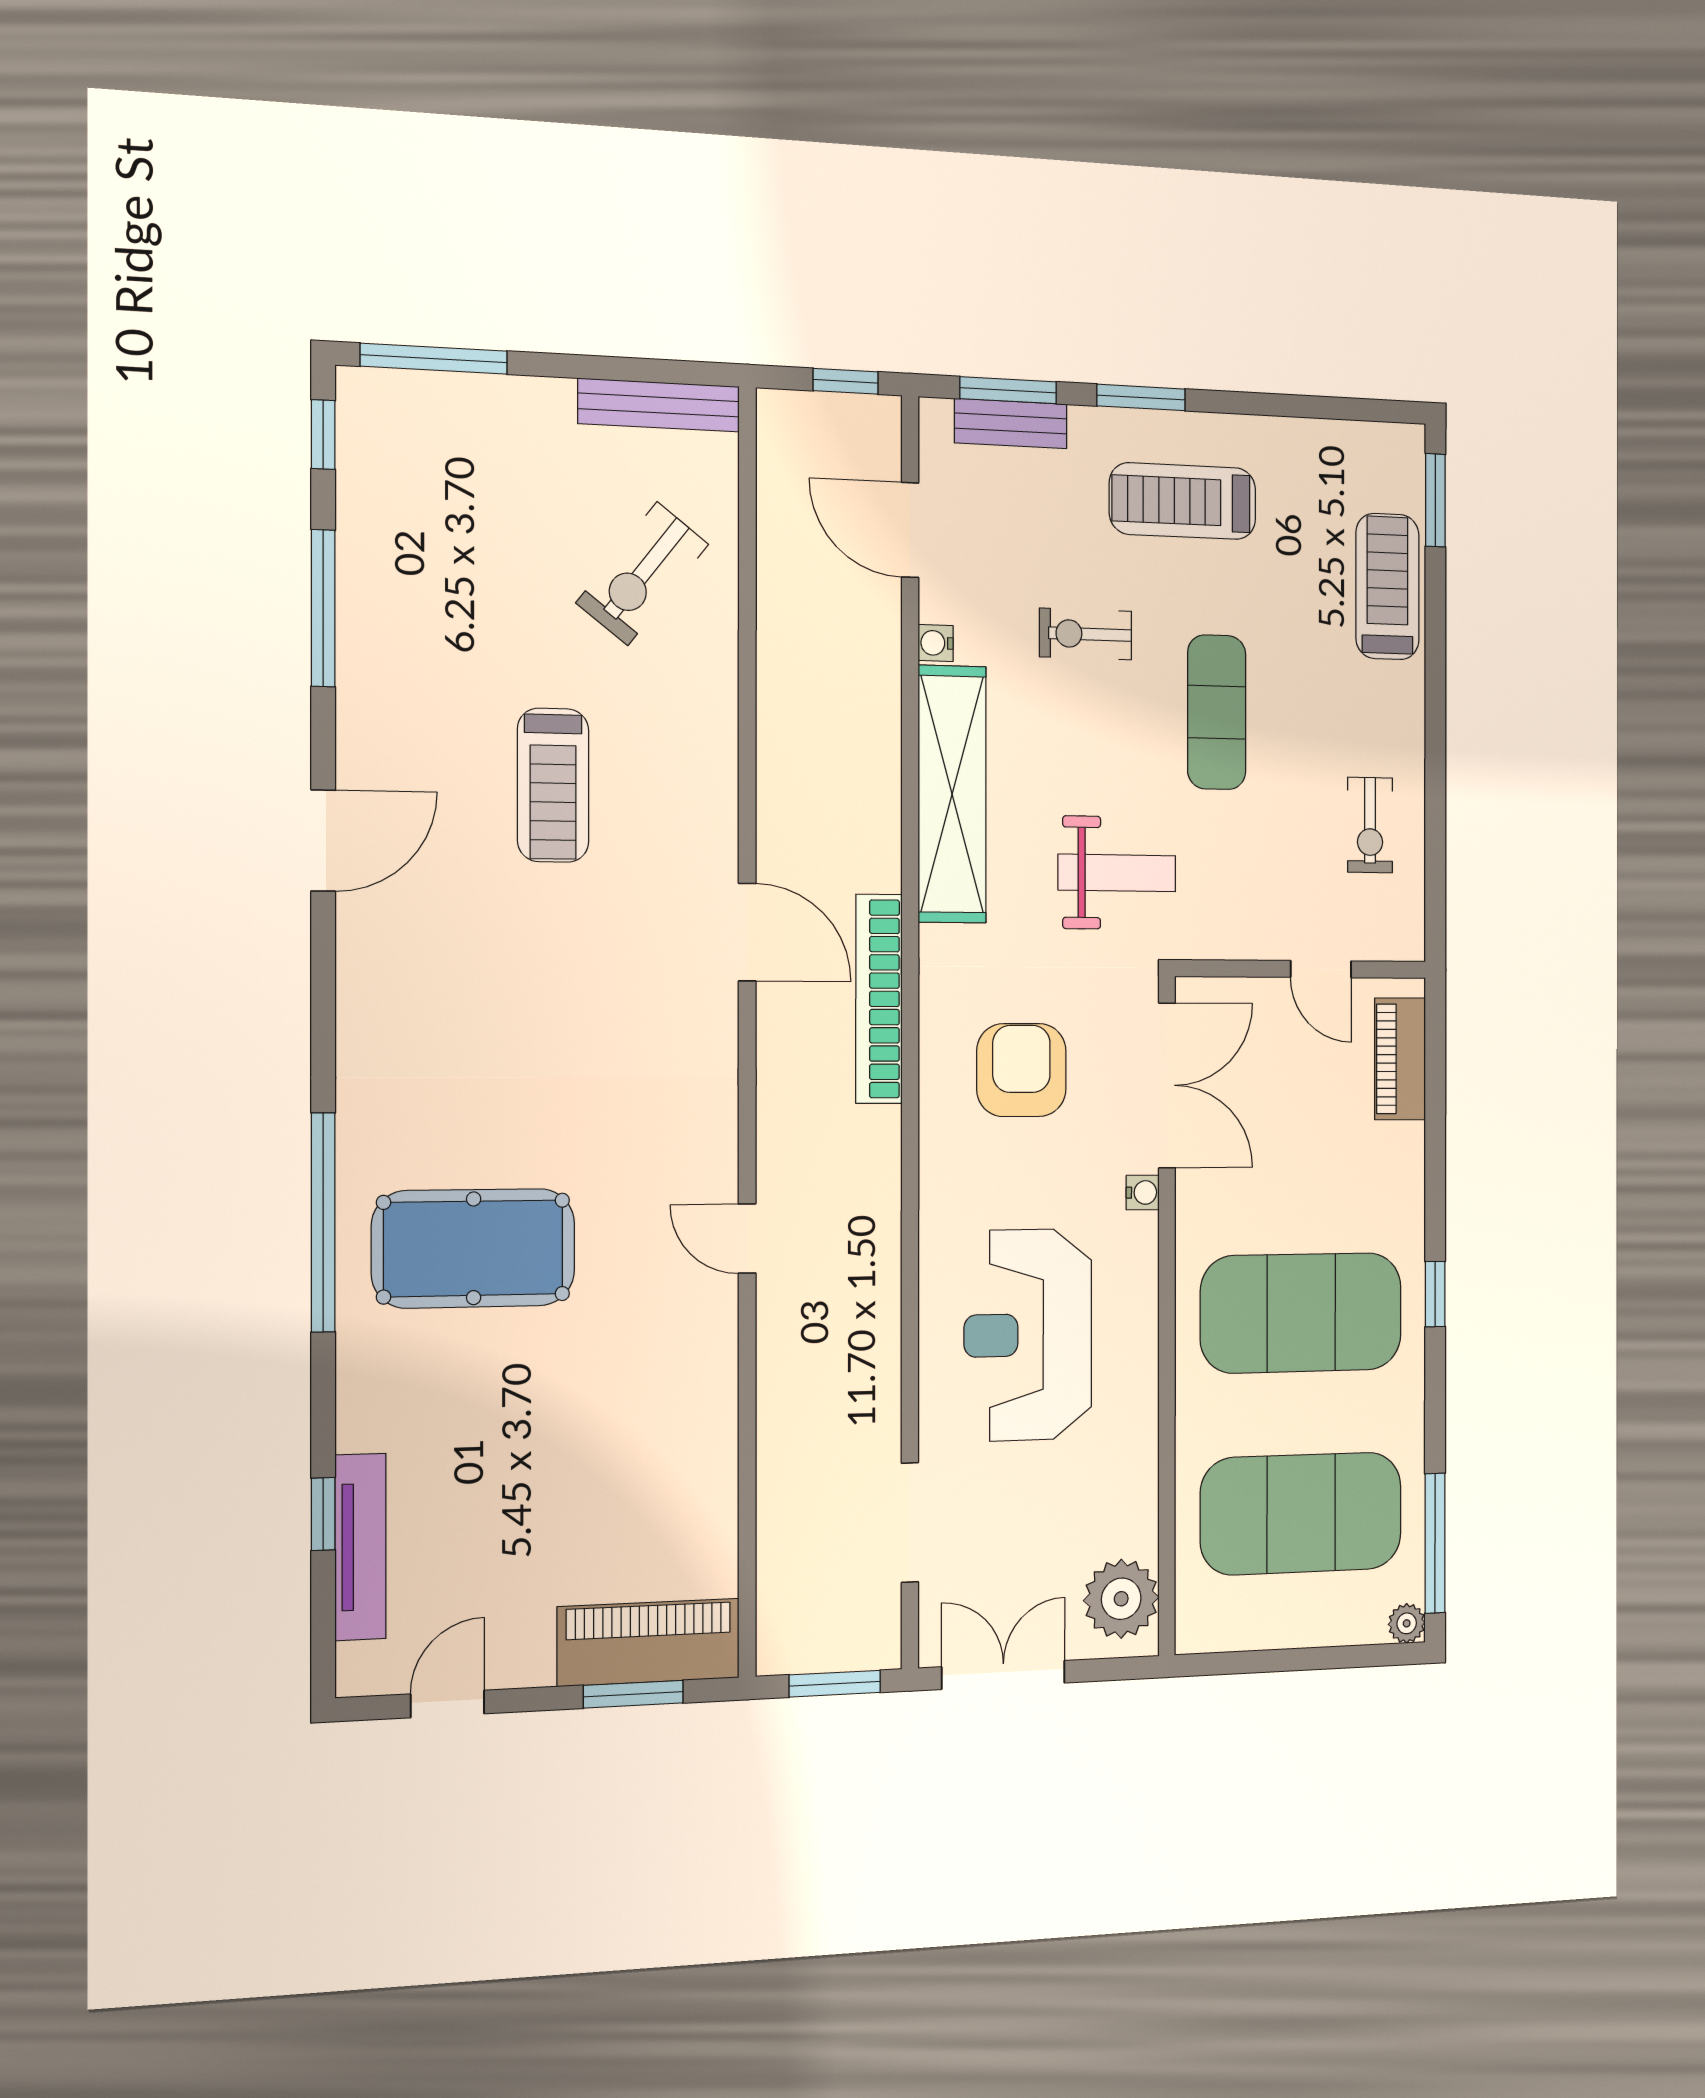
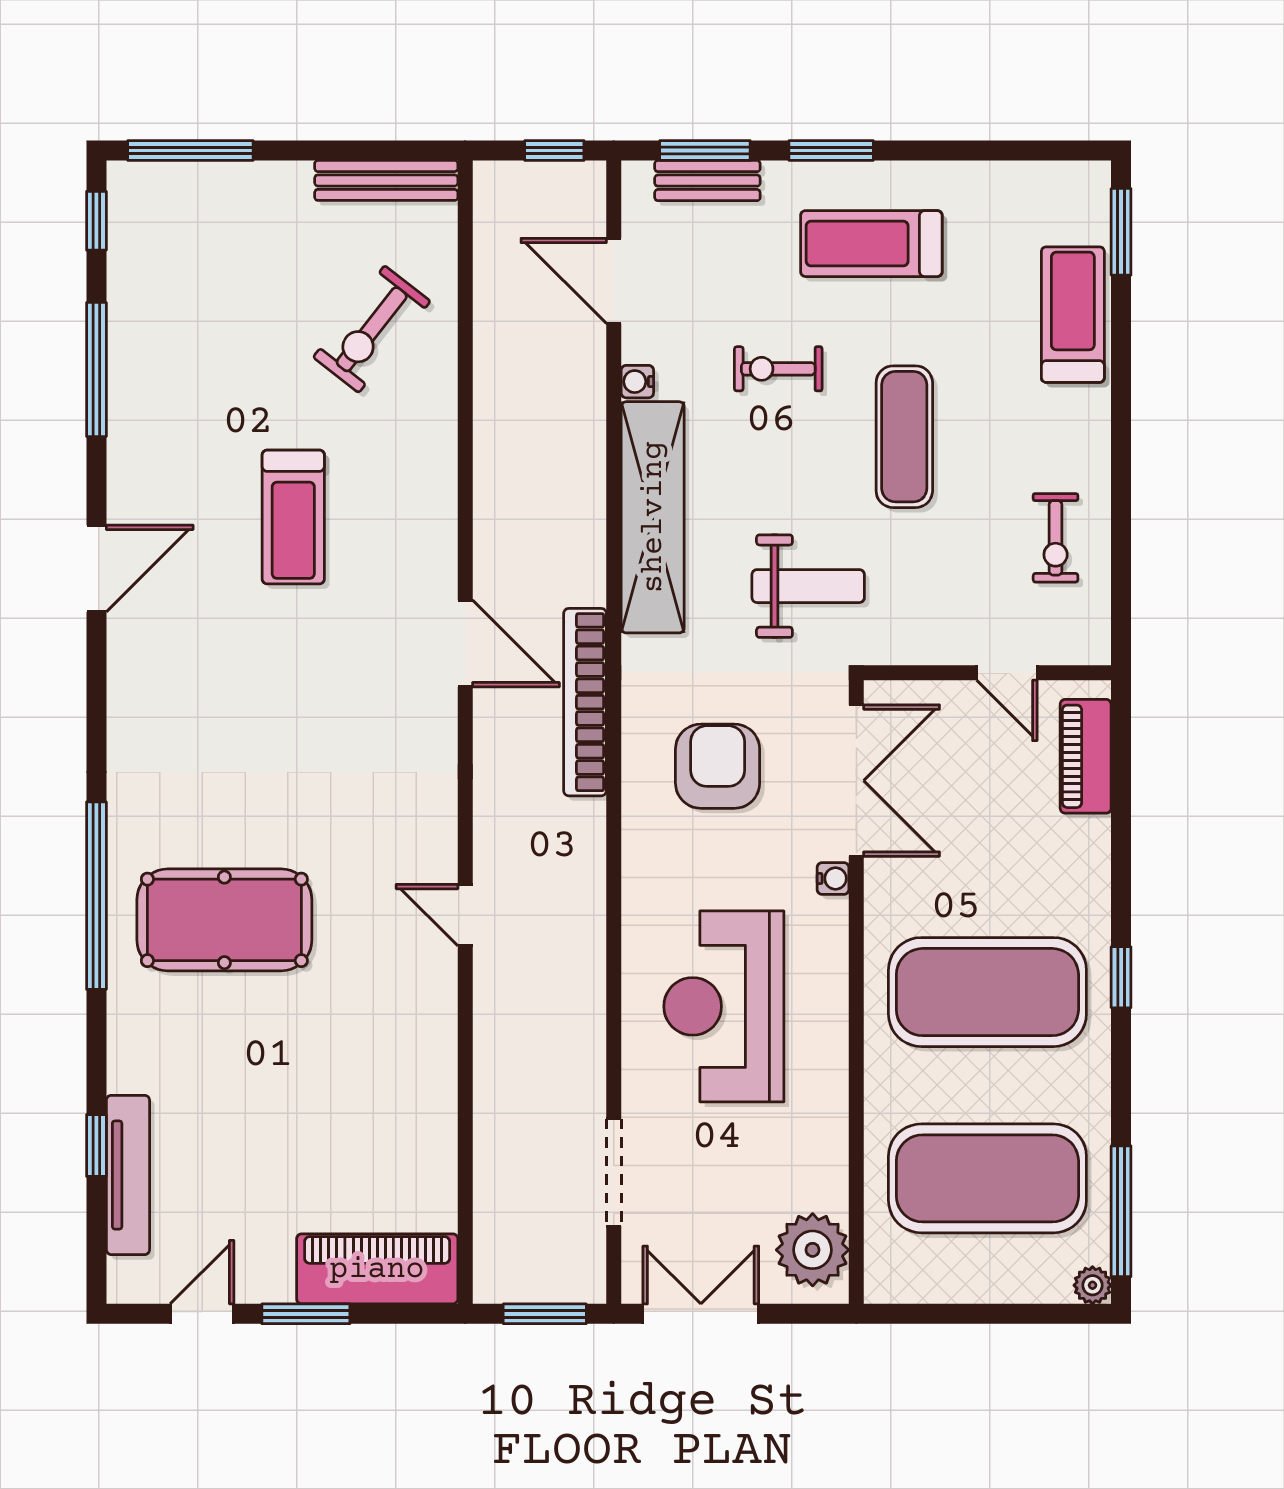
window: (633, 1694) -> (306, 1314), moved

